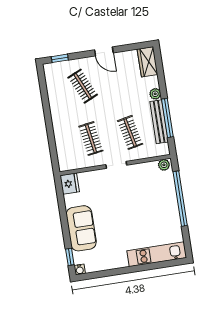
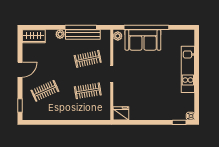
sofa: (81, 228) -> (143, 40), moved, turned 180
kitchen unit: (157, 254) -> (188, 69), moved

